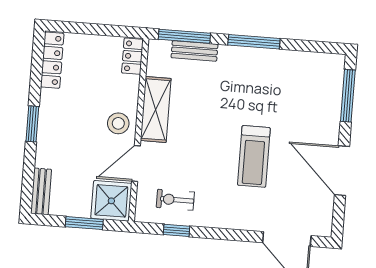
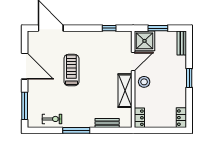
window: (184, 36) -> (113, 130), removed
locker: (52, 60) -> (181, 118), width x0.66
exercise bike: (175, 200) -> (52, 119), moved

